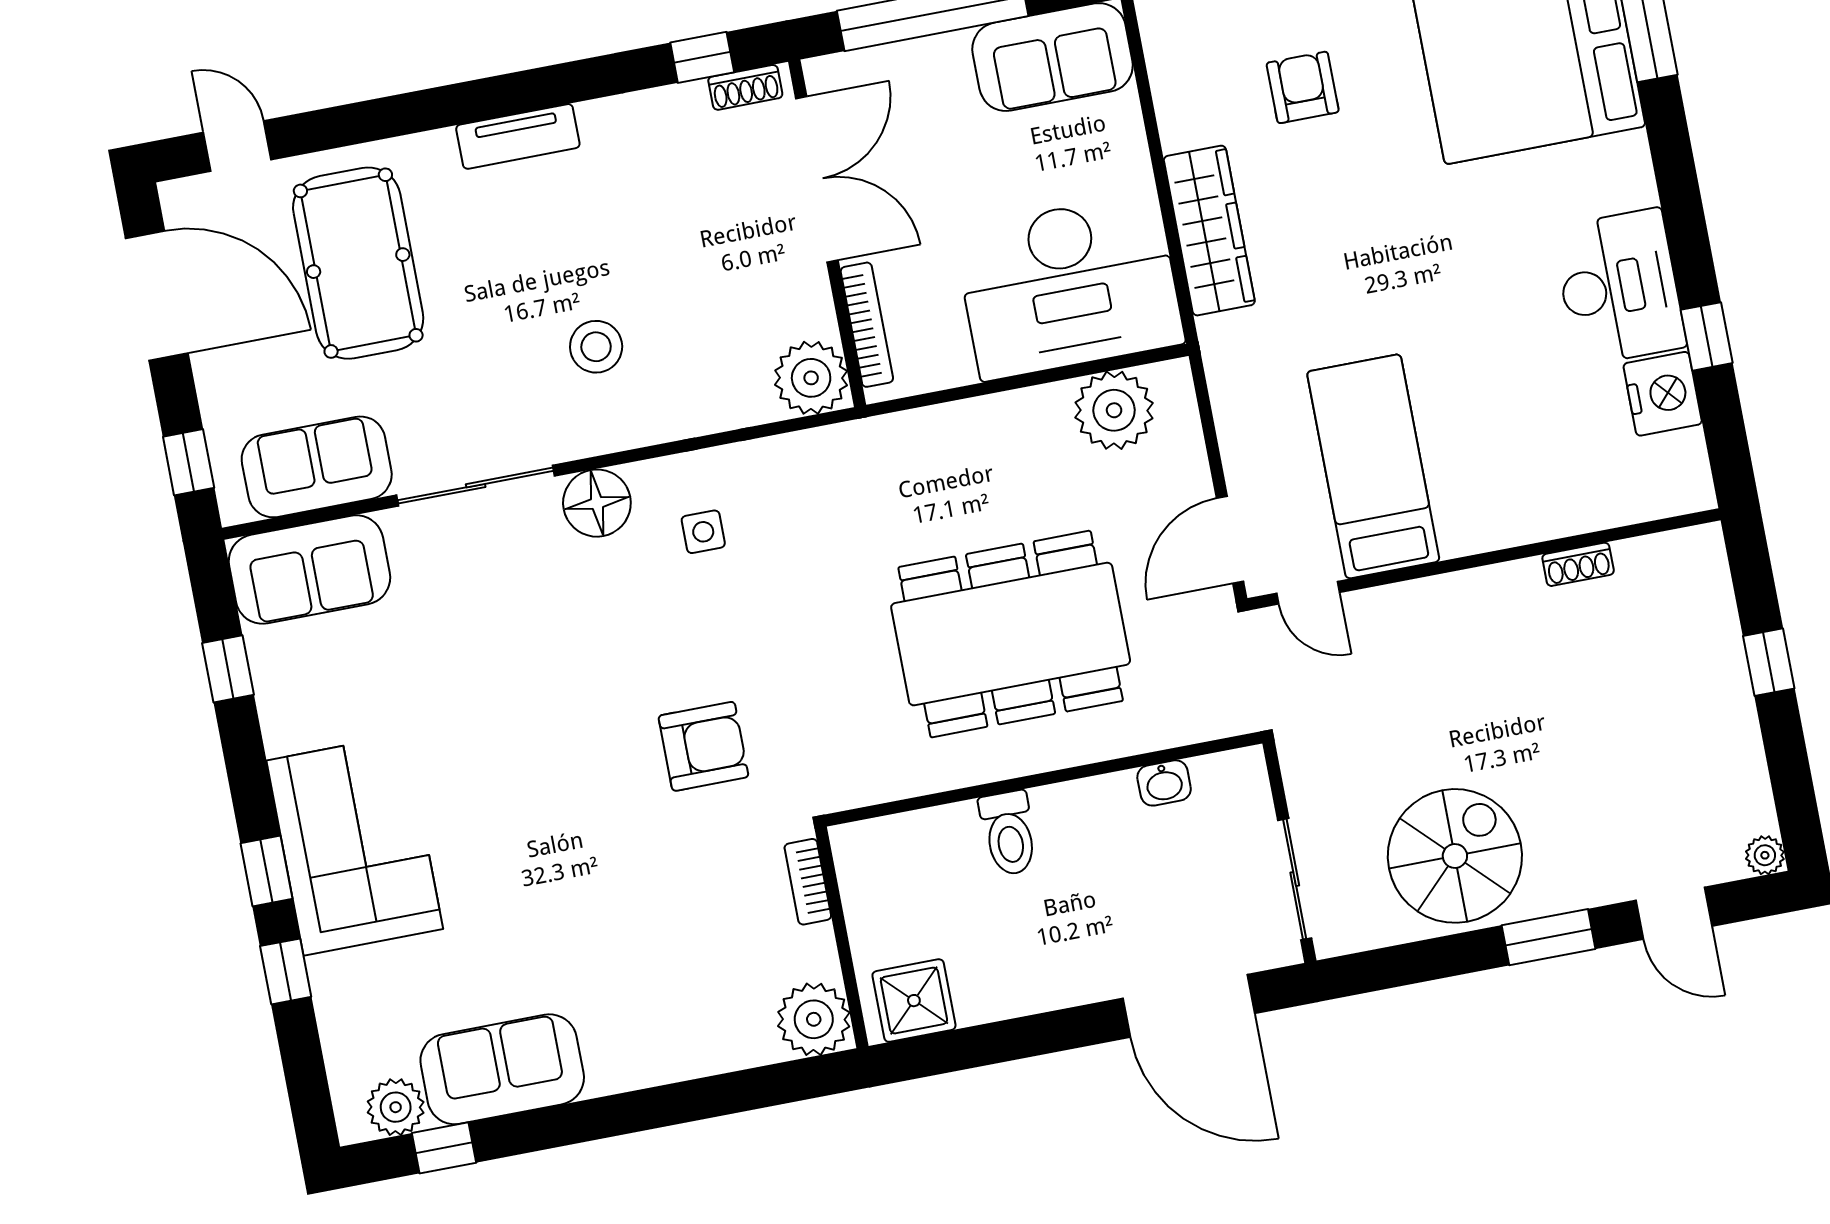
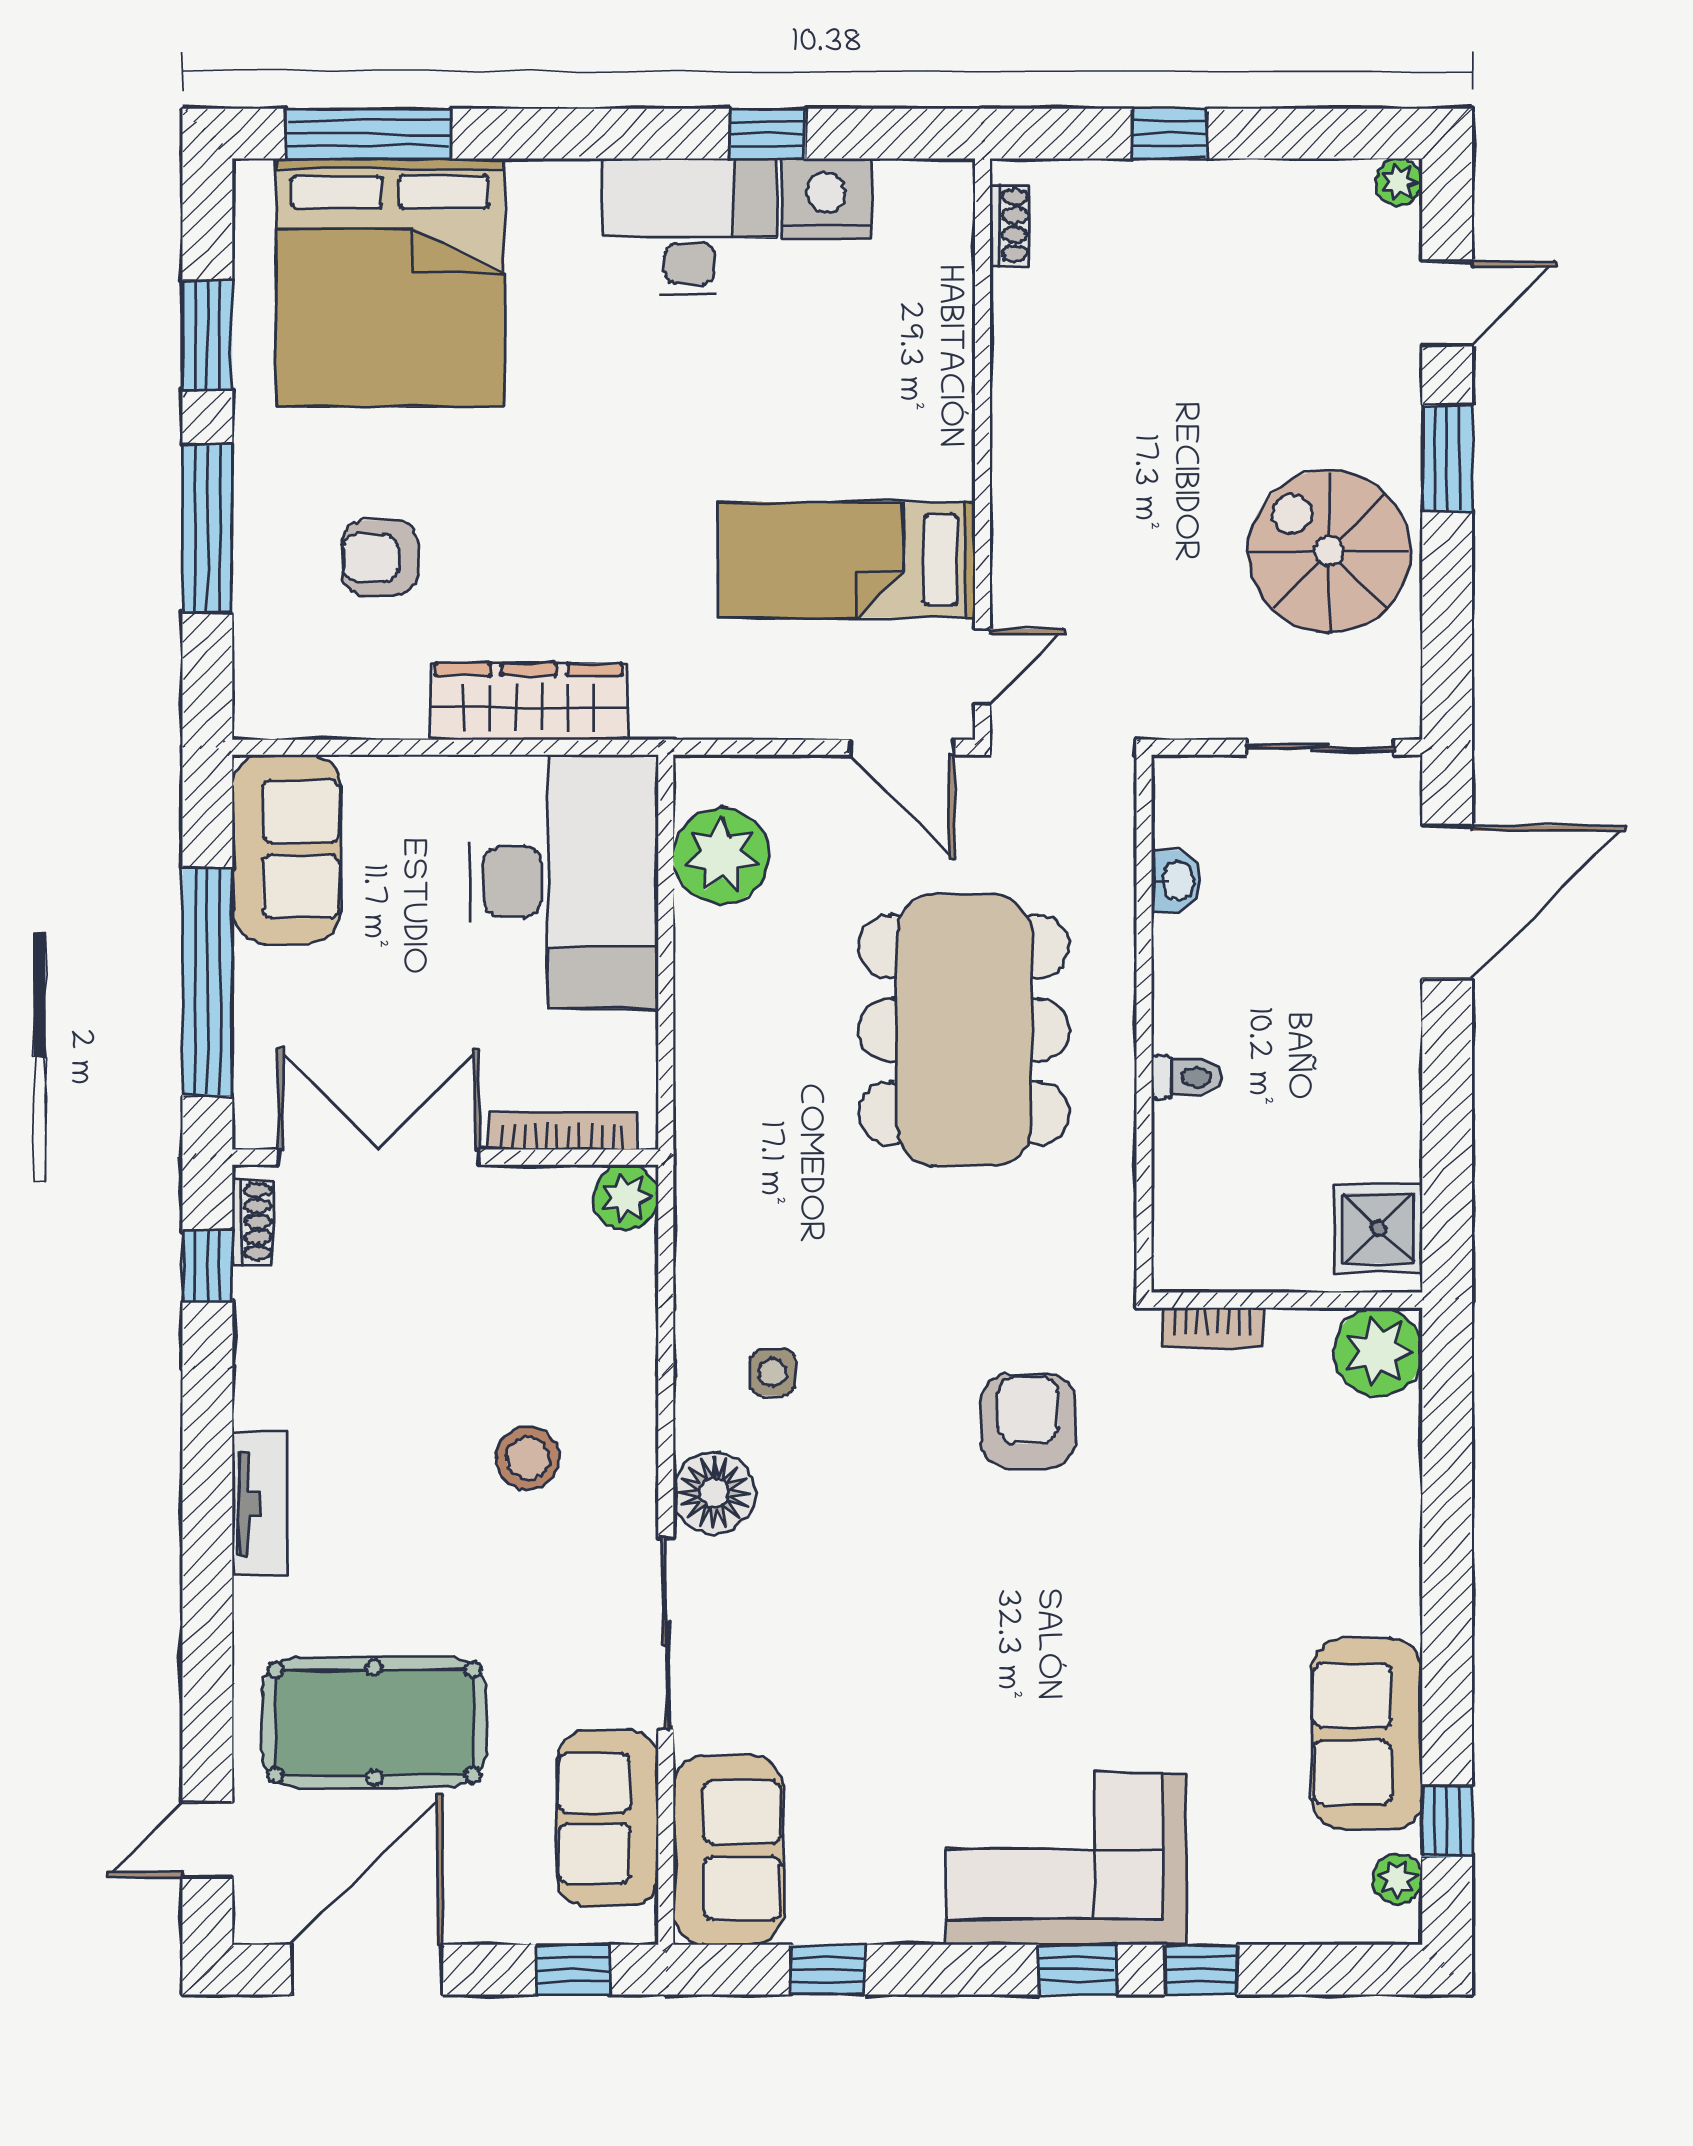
plant: (811, 378) -> (626, 1197), width x0.73, depth x0.73
shoe rack: (1578, 564) -> (1010, 225), moved
toilet: (1009, 833) -> (1187, 1077), width x0.73, depth x0.72
plant: (396, 1107) -> (1397, 1879), width x0.73, depth x0.73

